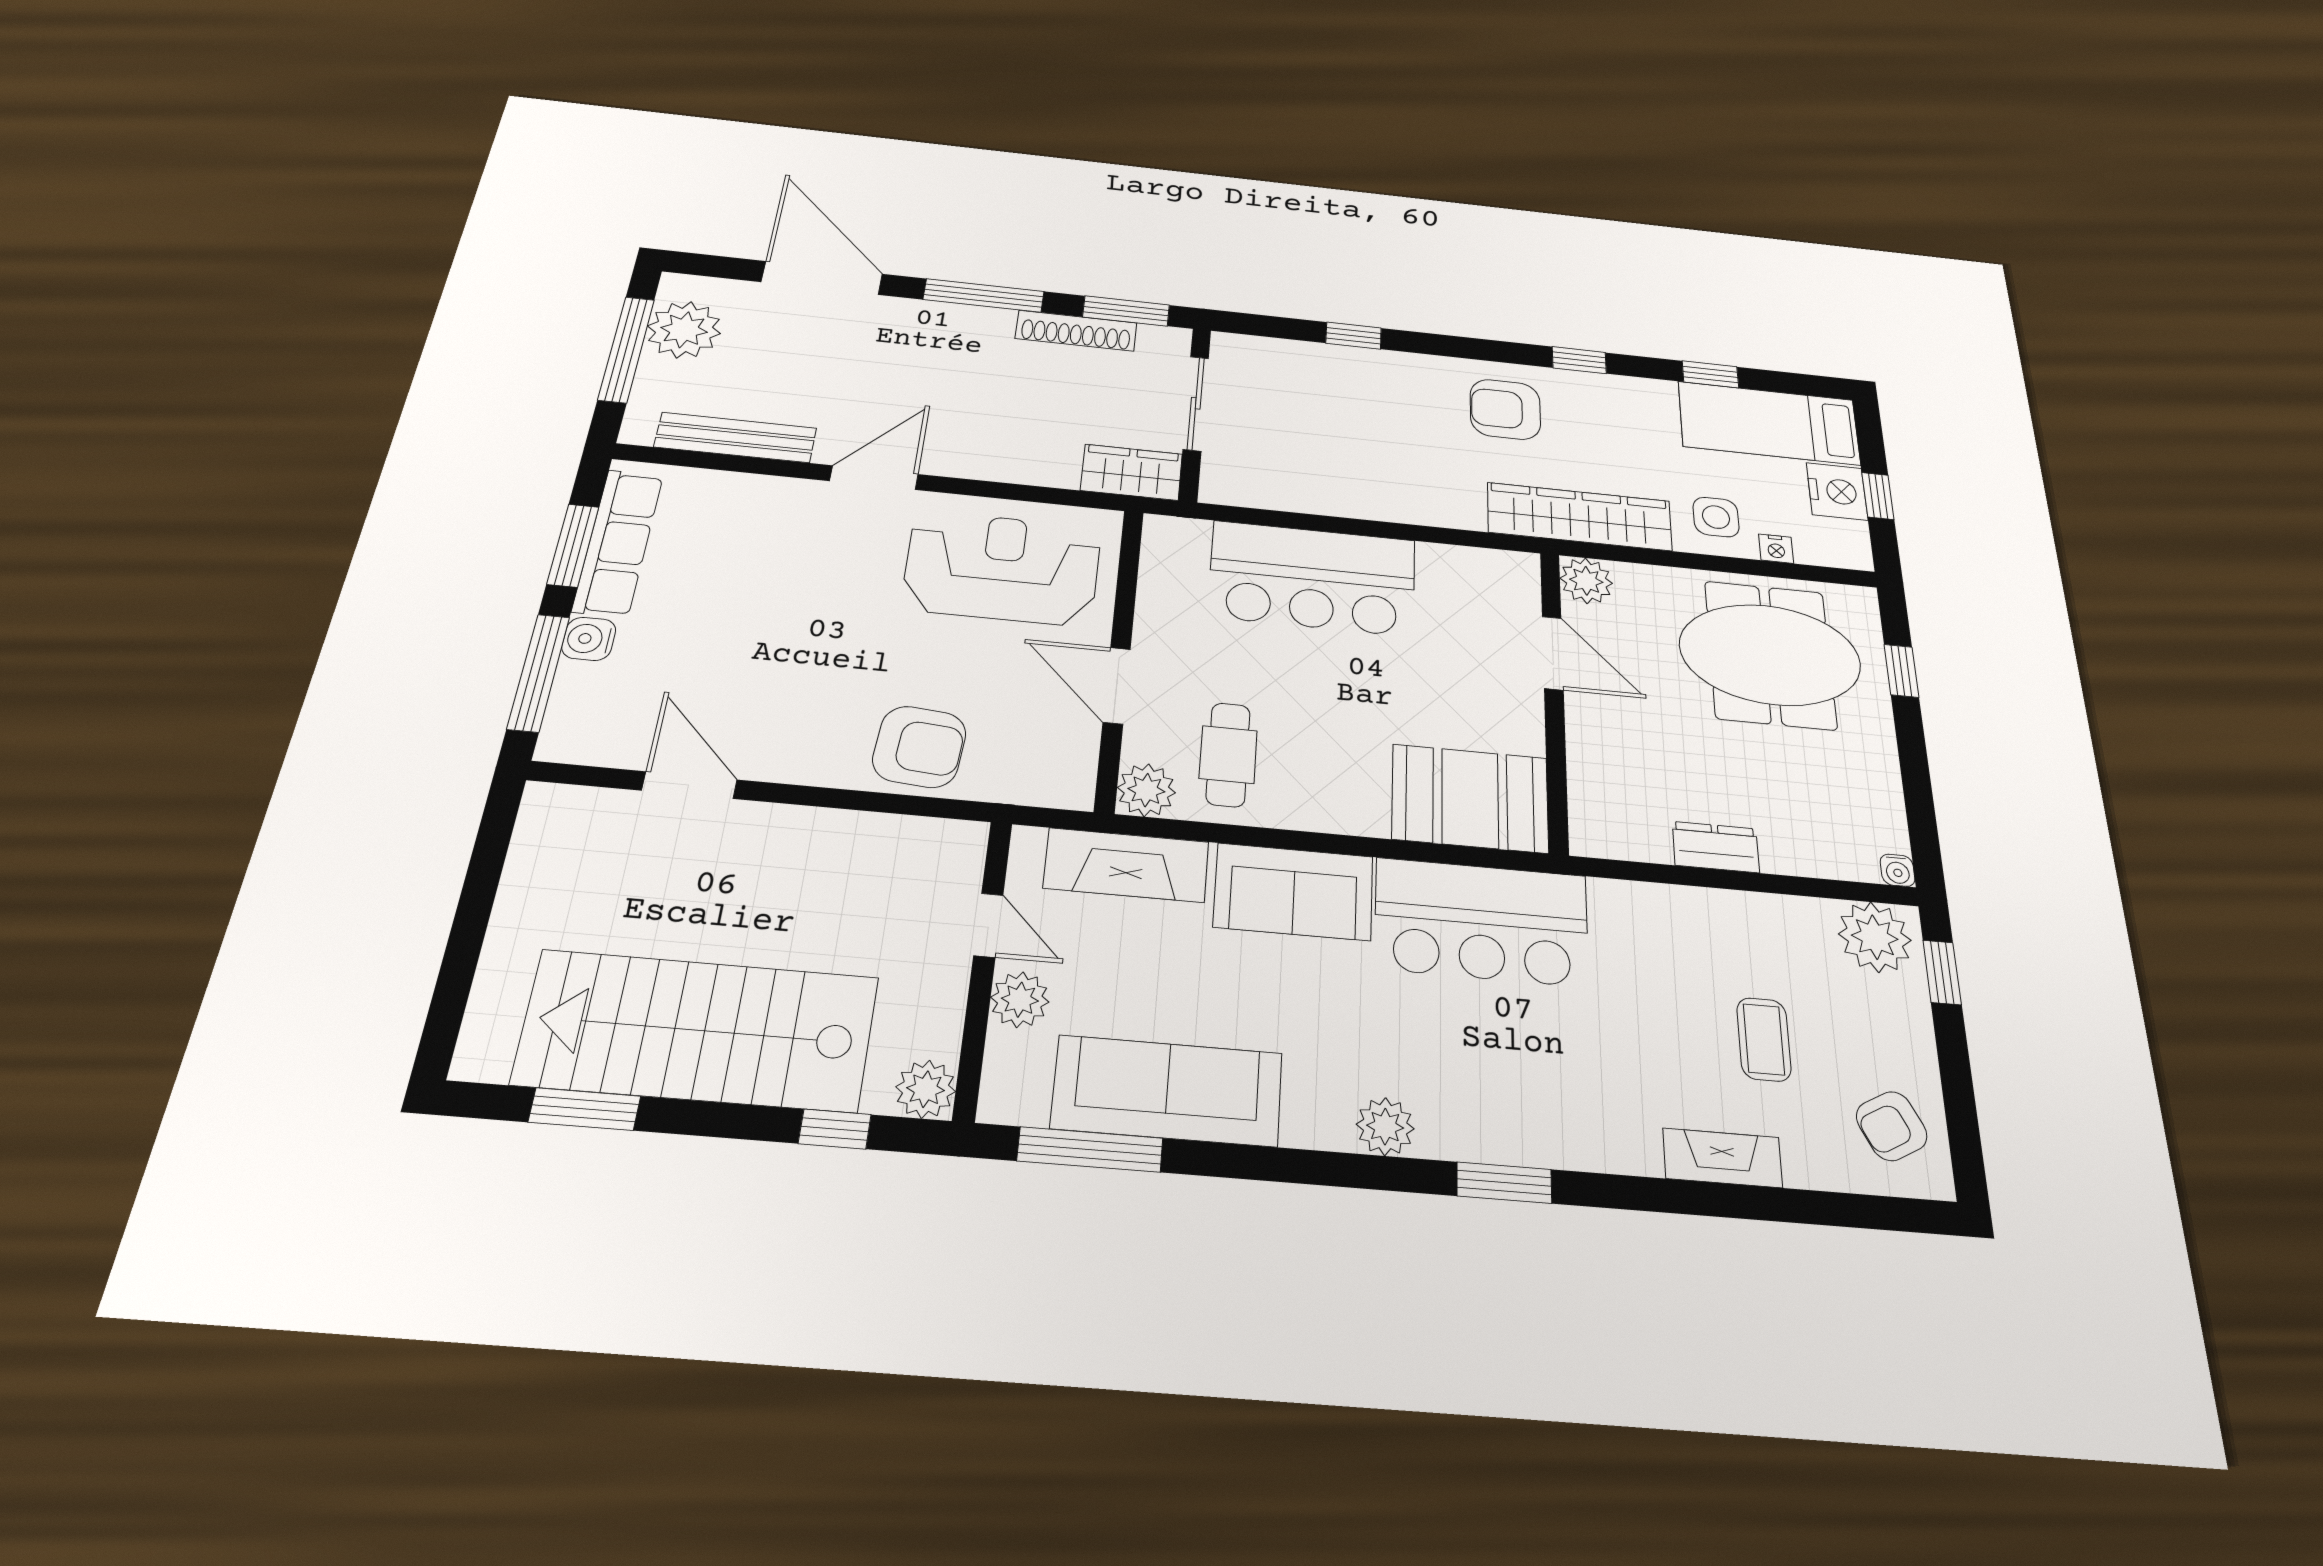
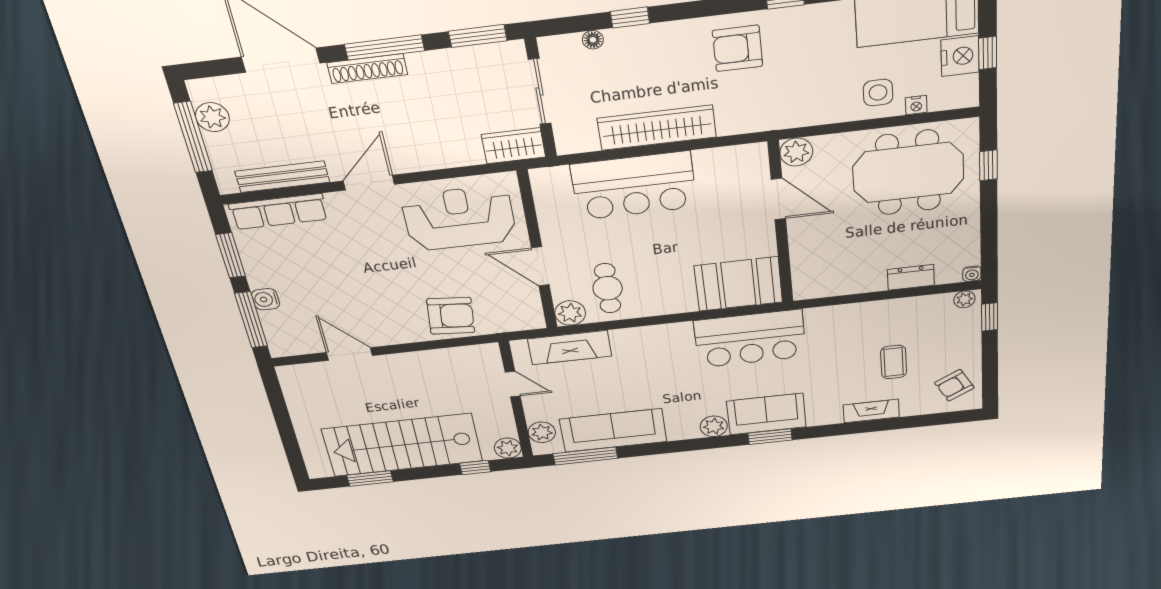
plant: (684, 330) -> (212, 117), width x0.73, depth x0.73
shoe rack: (1076, 331) -> (367, 69), moved
floor lamp: (1293, 352) -> (593, 40), added
wardrobe: (1580, 517) -> (657, 128), moved
row of seats: (618, 543) -> (279, 212), moved, turned 90
dresser: (1716, 847) -> (911, 277), moved
sofa: (1294, 892) -> (766, 414), moved, turned 180
plant: (1875, 937) -> (964, 299), width x0.53, depth x0.53
plant: (1020, 1000) -> (542, 432), moved

